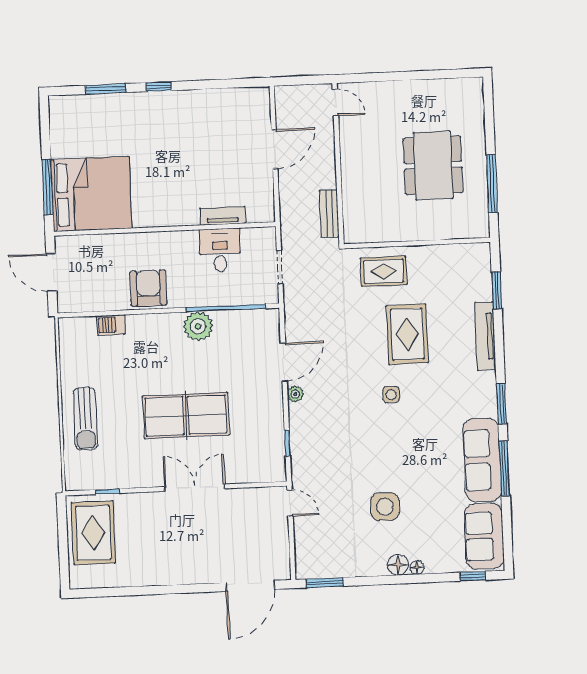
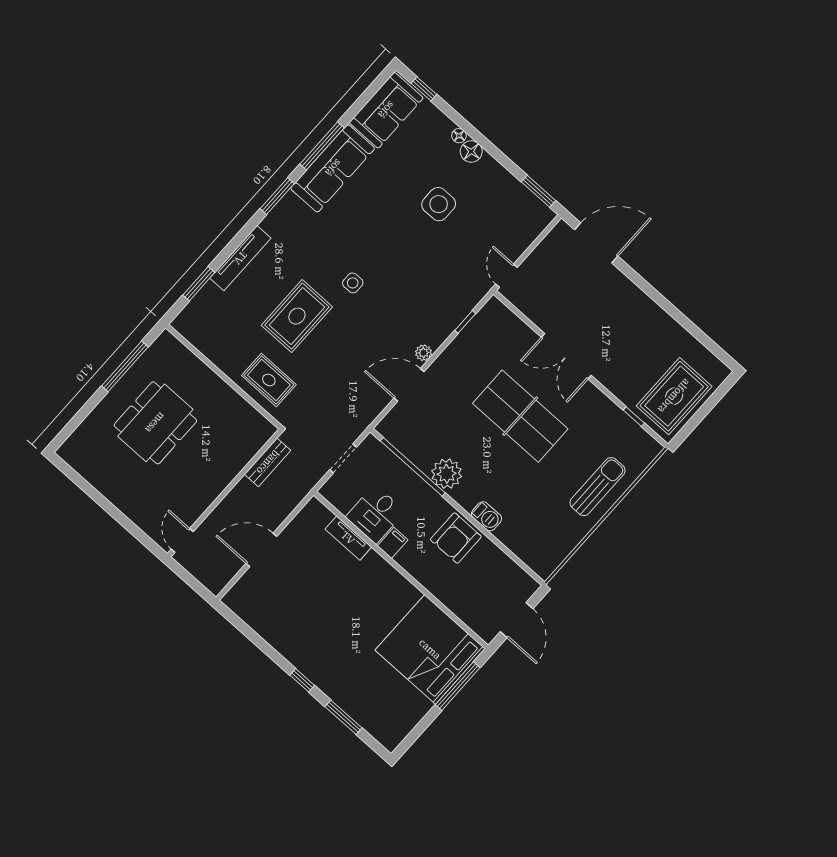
filing cabinet: (189, 242) -> (393, 543), added
barbecue: (111, 325) -> (486, 516), moved

